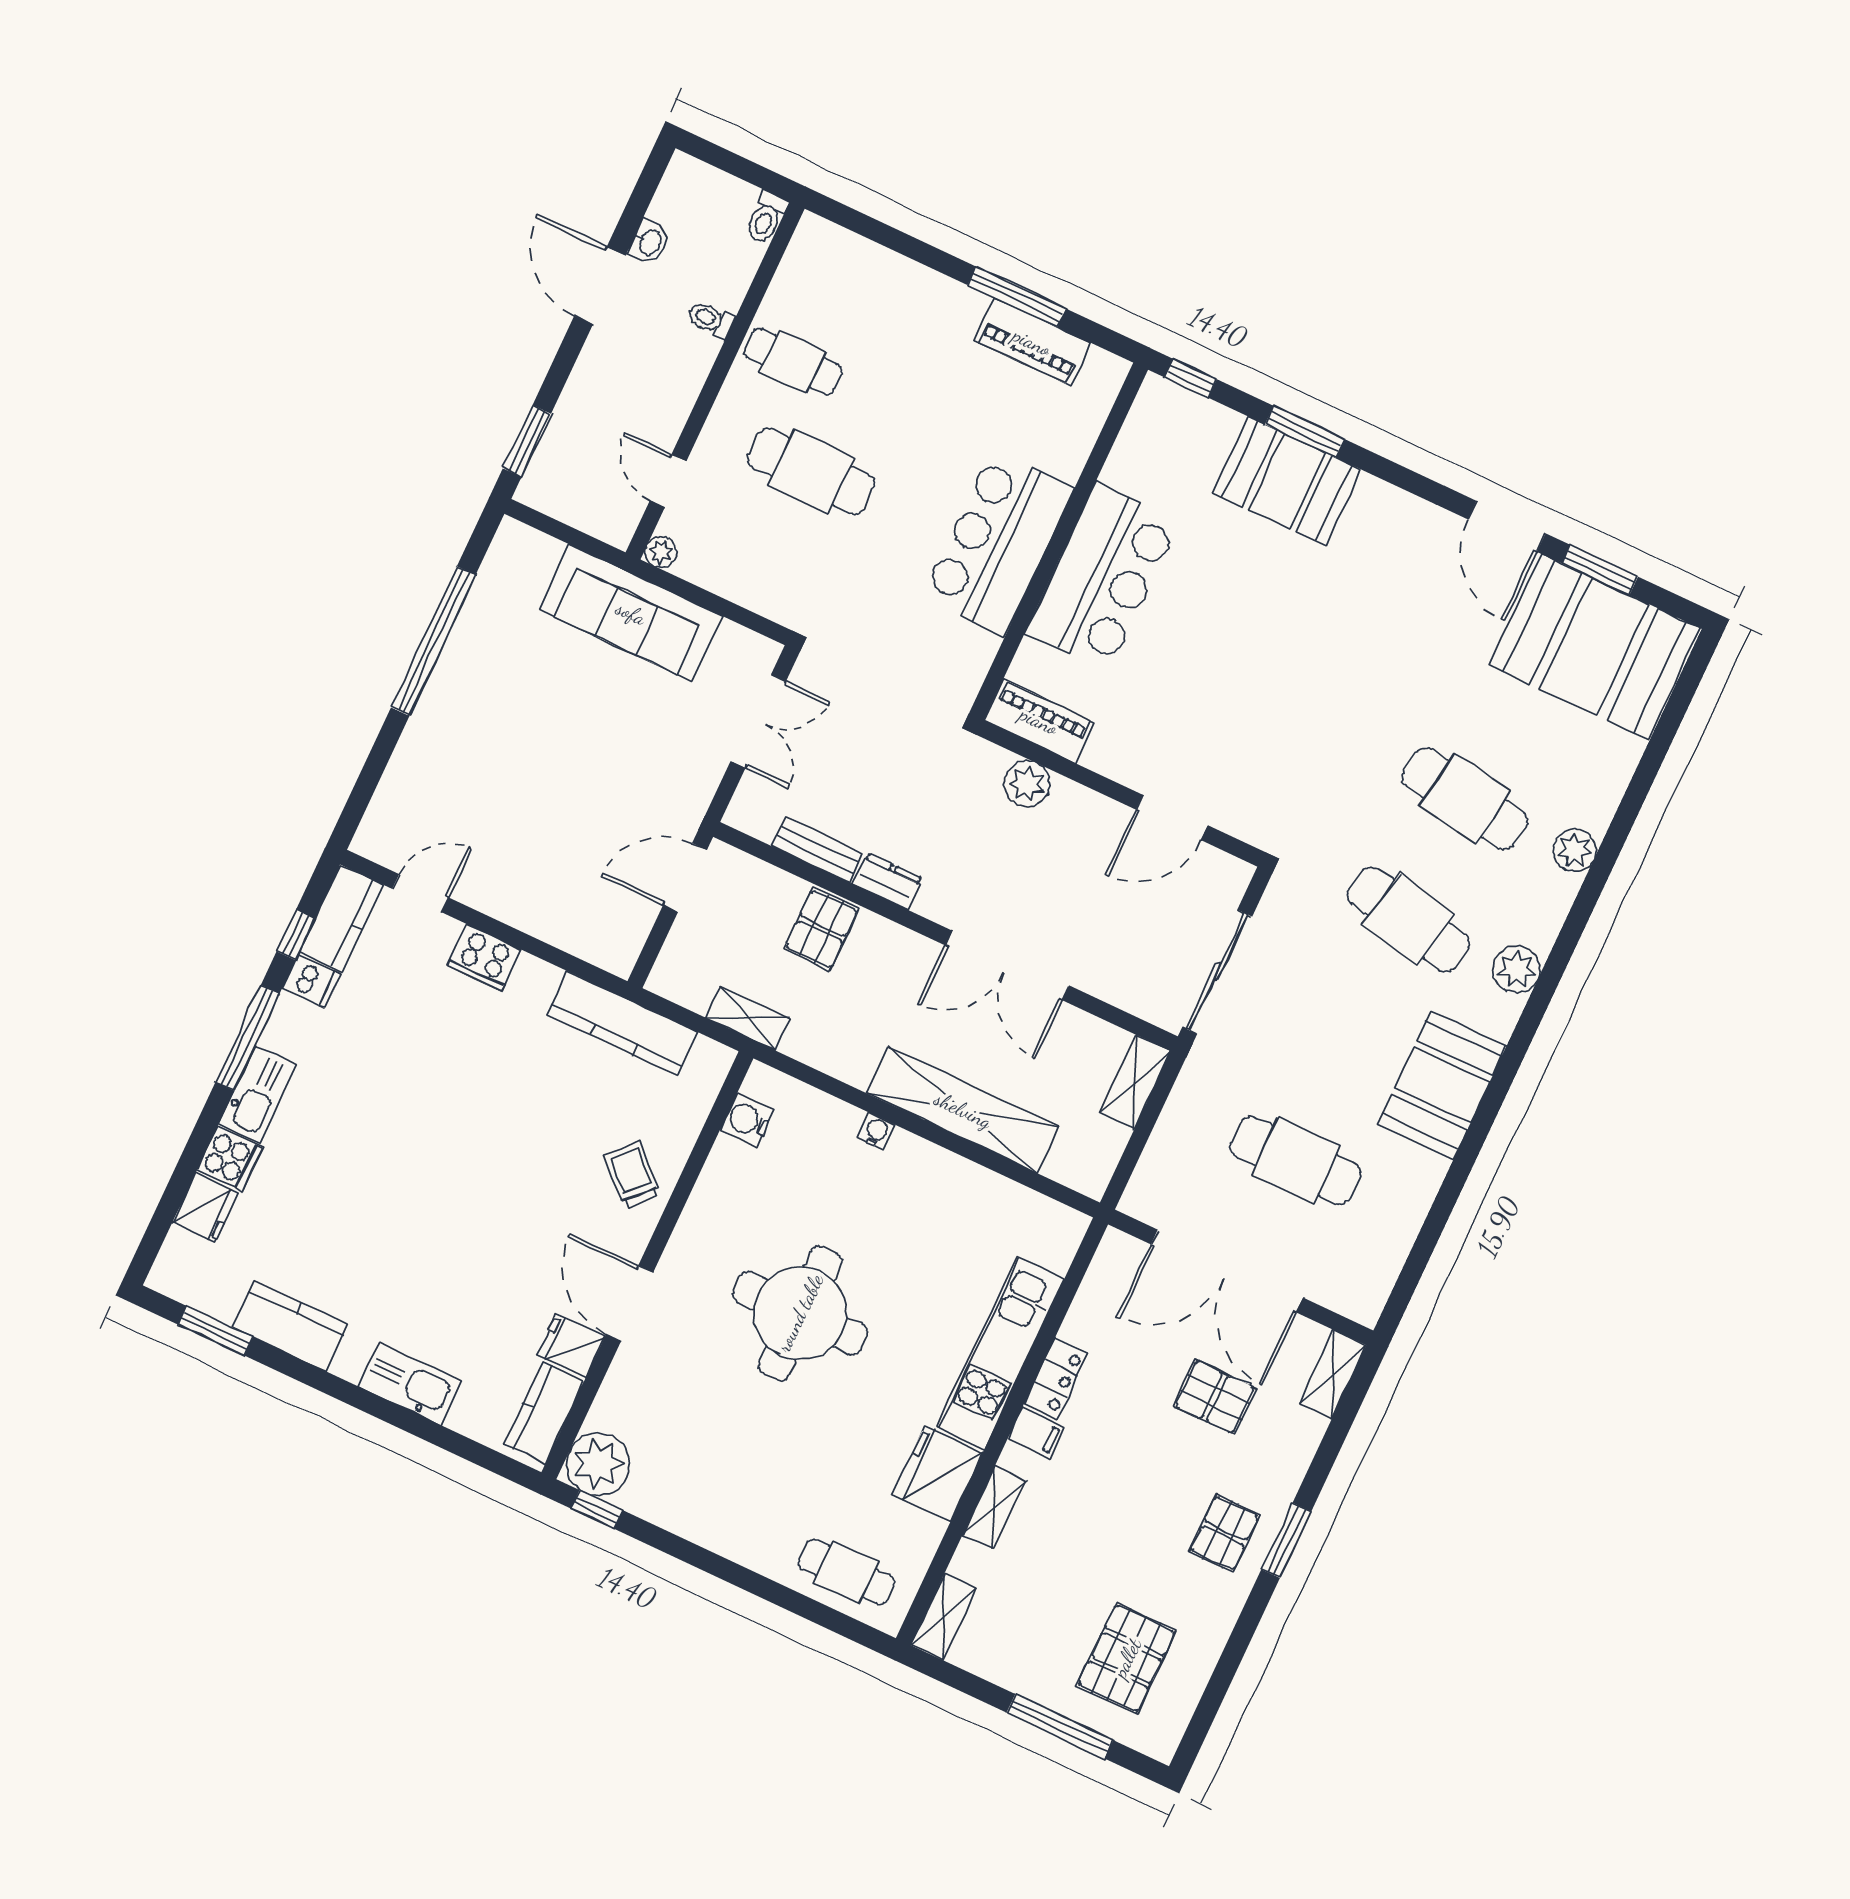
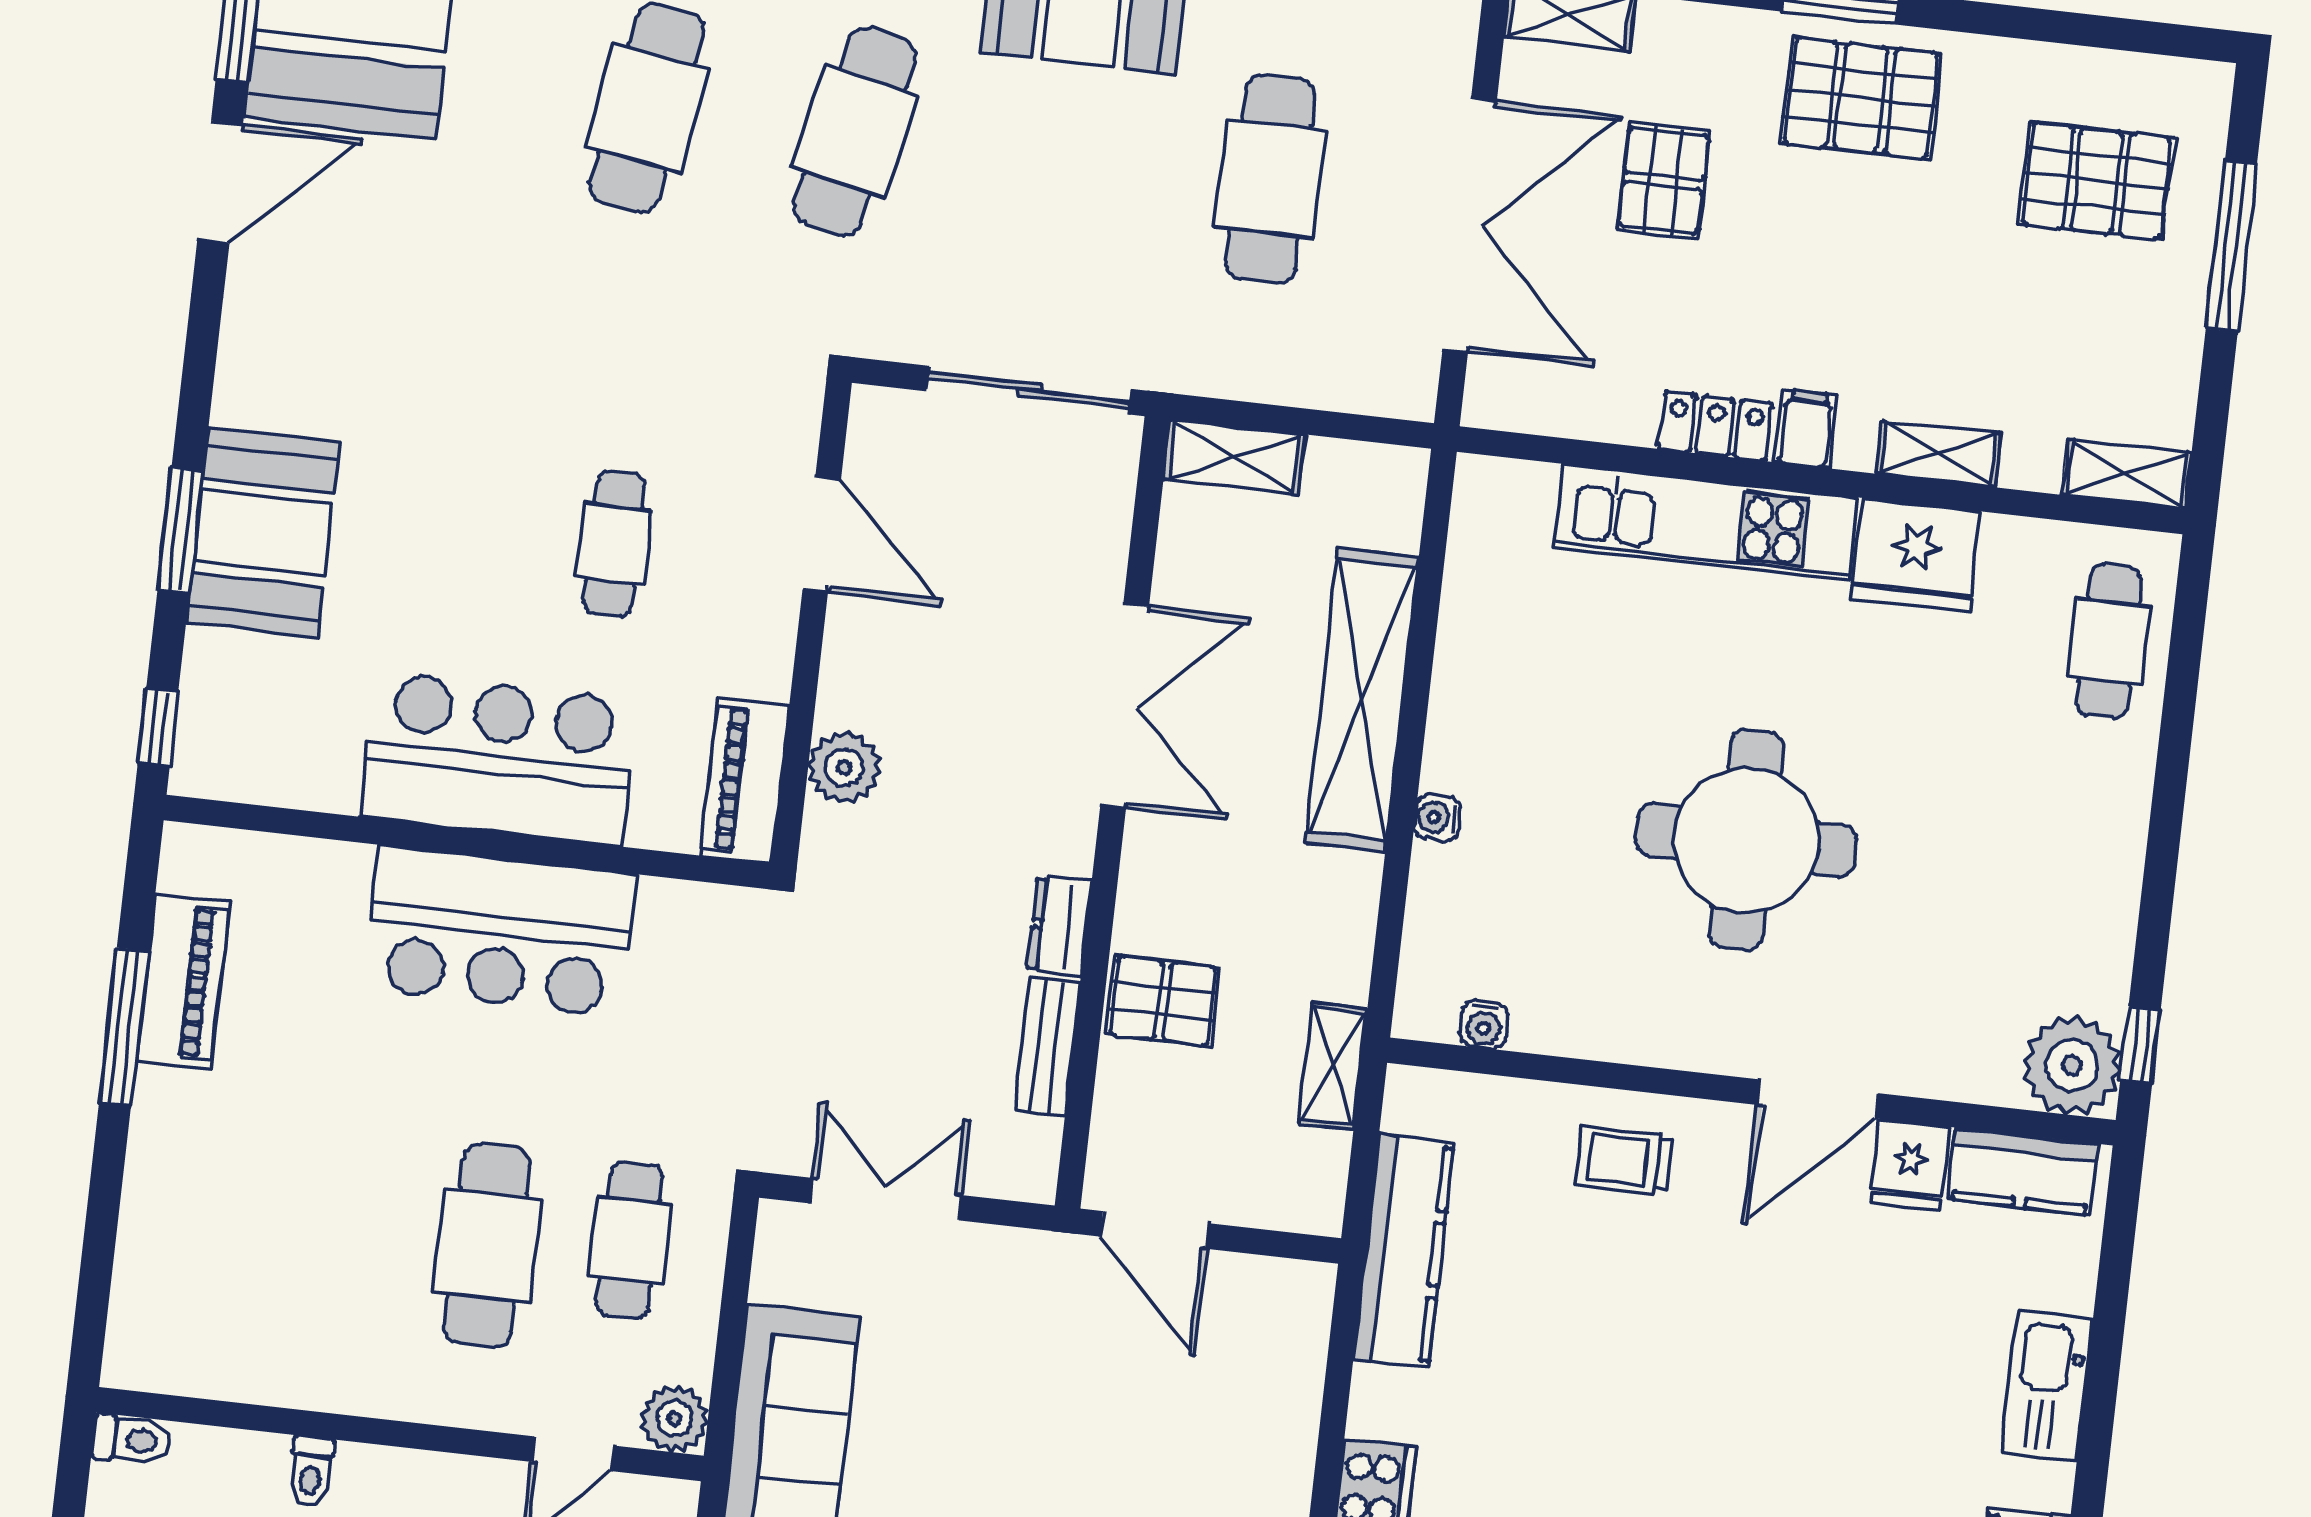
cafe table: (793, 362) -> (630, 1240), moved
plant: (661, 552) -> (674, 1419), width x1.38, depth x1.38
cafe table: (1209, 691) -> (614, 544), added
water cooler: (747, 1120) -> (1484, 1025), width x0.72, depth x0.72
trolley: (632, 1175) -> (1624, 1160), turned 46
pallet: (1224, 1533) -> (1861, 98), width x1.50, depth x1.42

